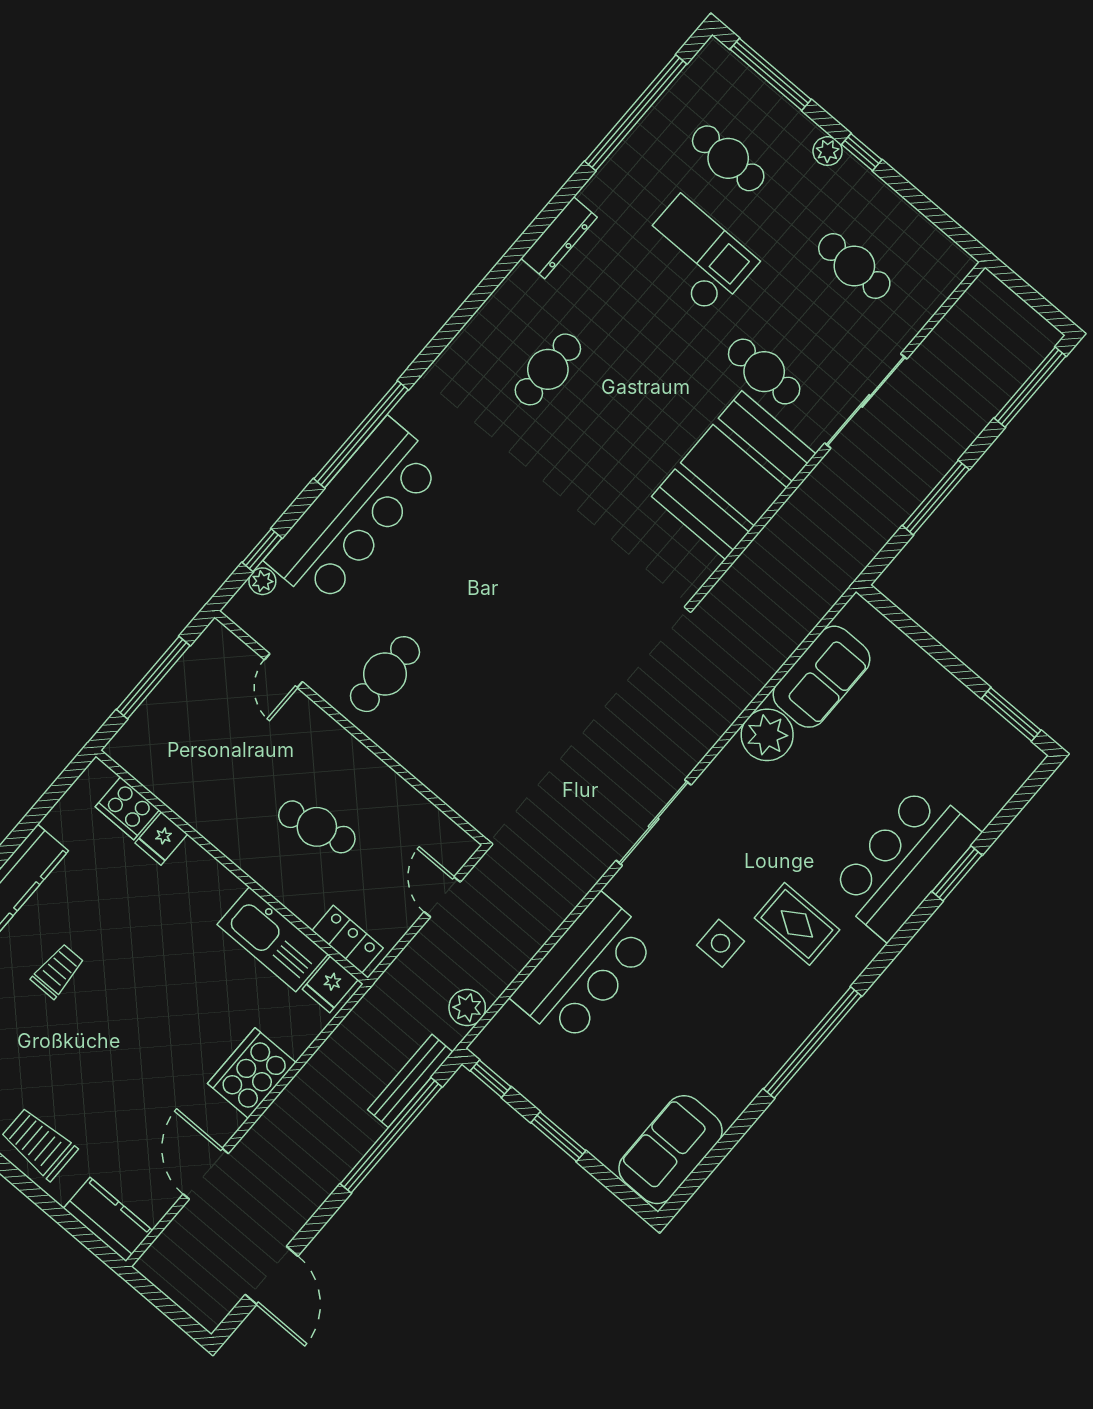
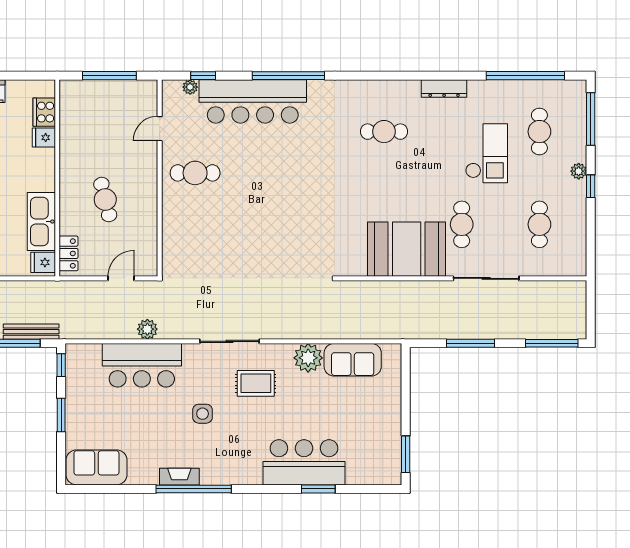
rug: (797, 924) -> (256, 383), moved, turned 90
plant: (467, 1008) -> (147, 329), moved
fireplace: (779, 1048) -> (179, 477), added

